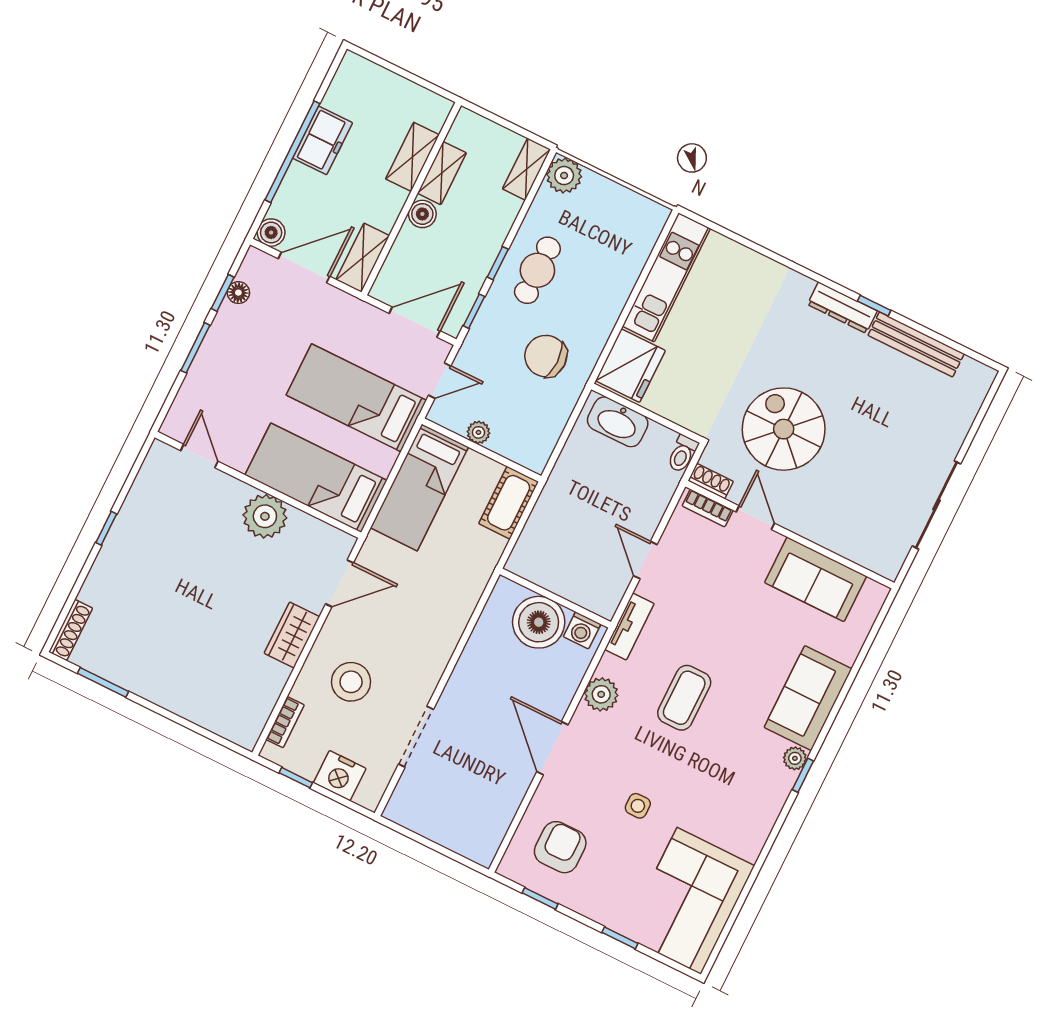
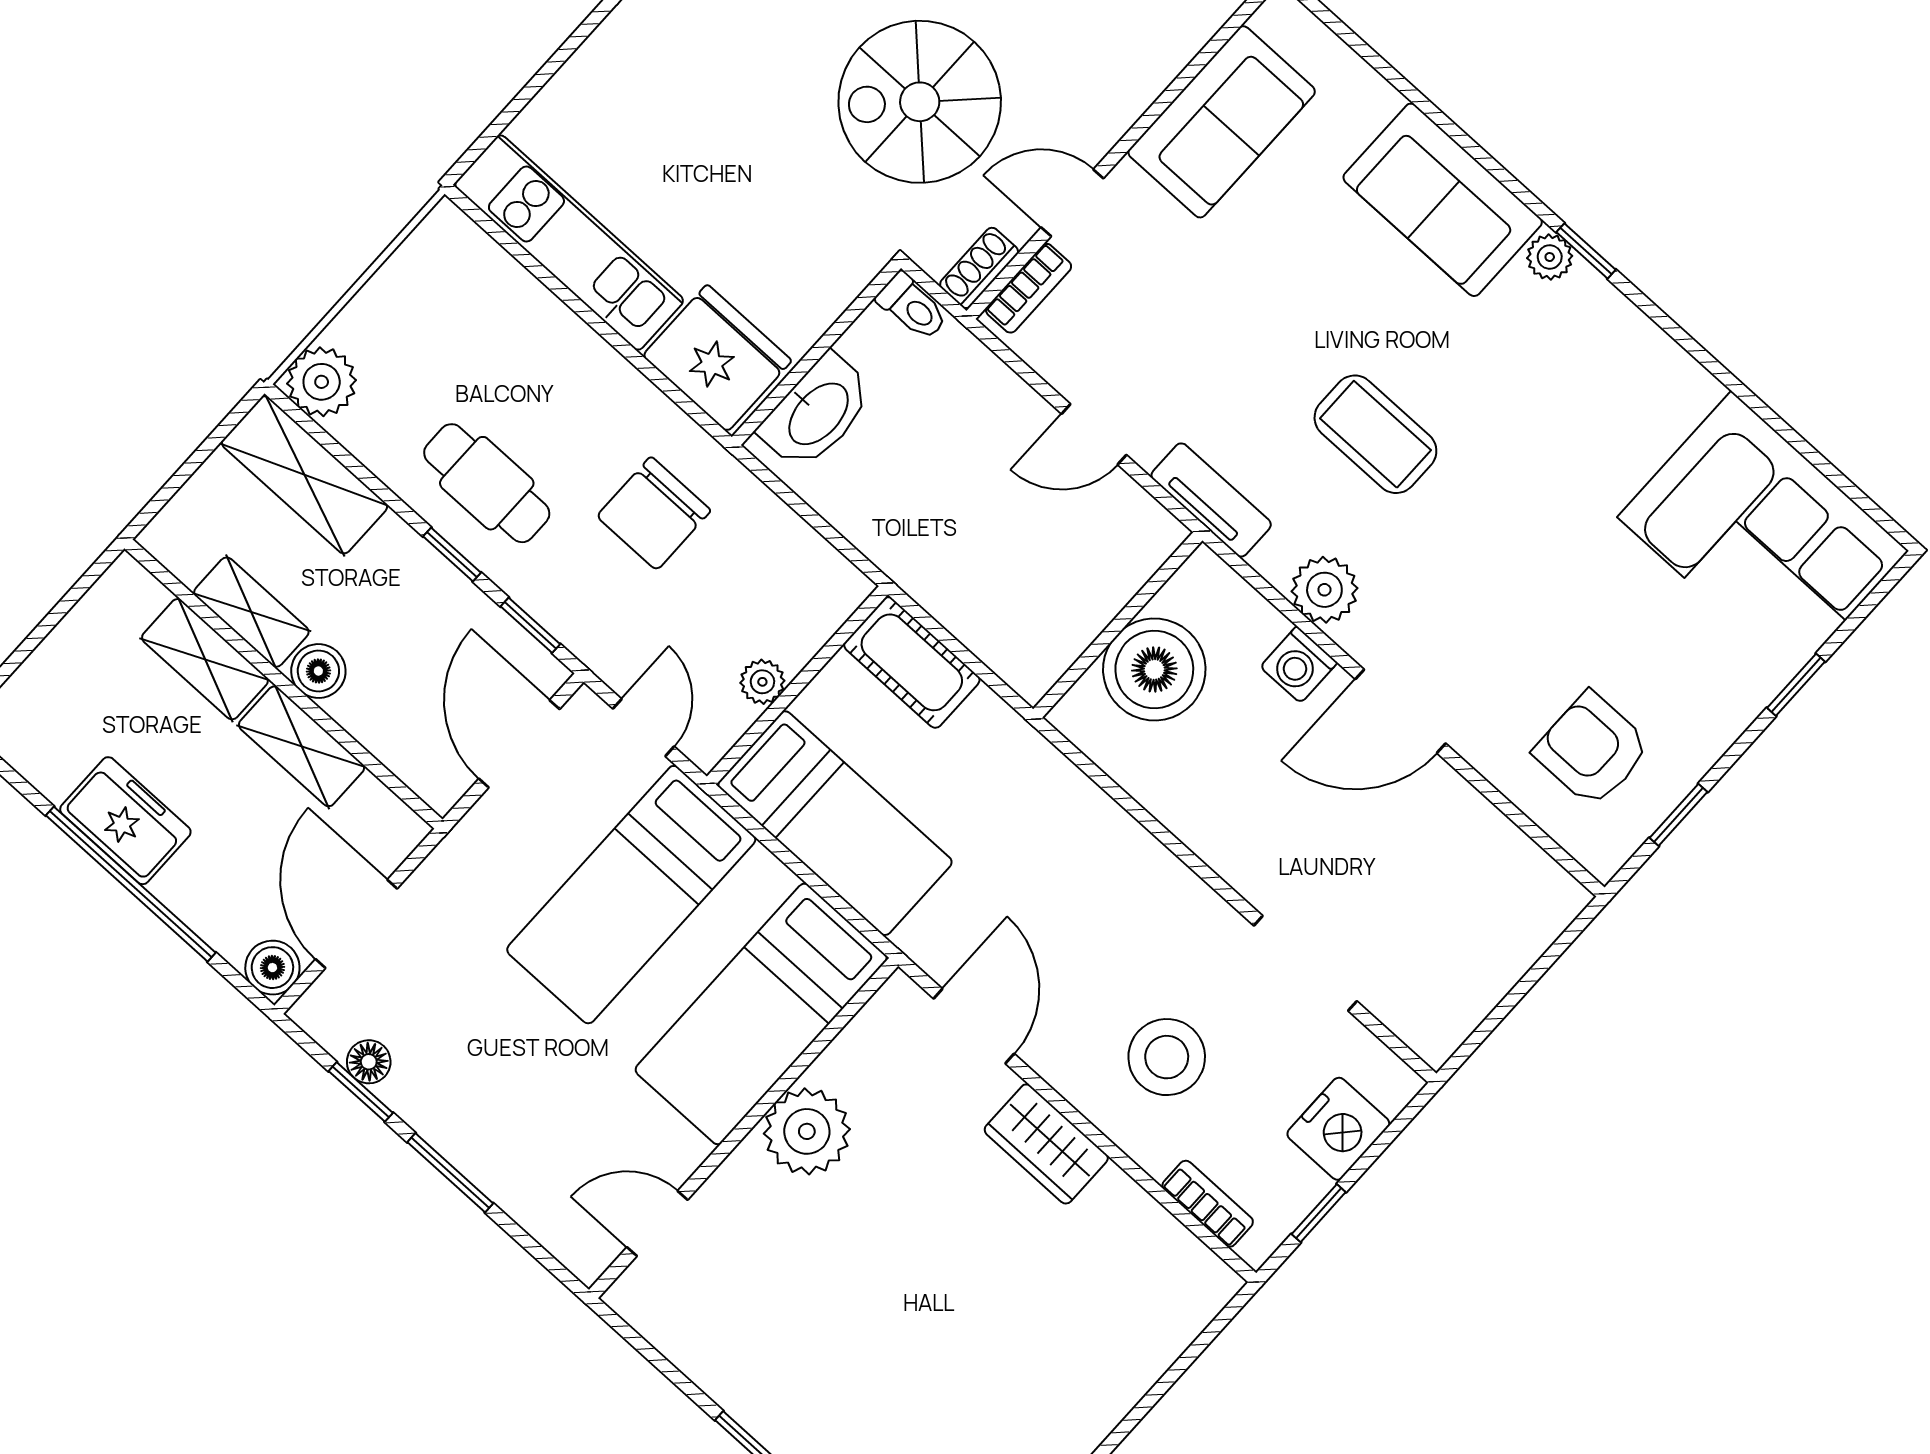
shelving: (527, 169) -> (304, 475), width x1.50, depth x1.33
shelving: (363, 258) -> (302, 746), moved
washing machine: (582, 630) -> (1299, 665), moved, turned 90
side table: (638, 806) -> (1555, 580), removed

